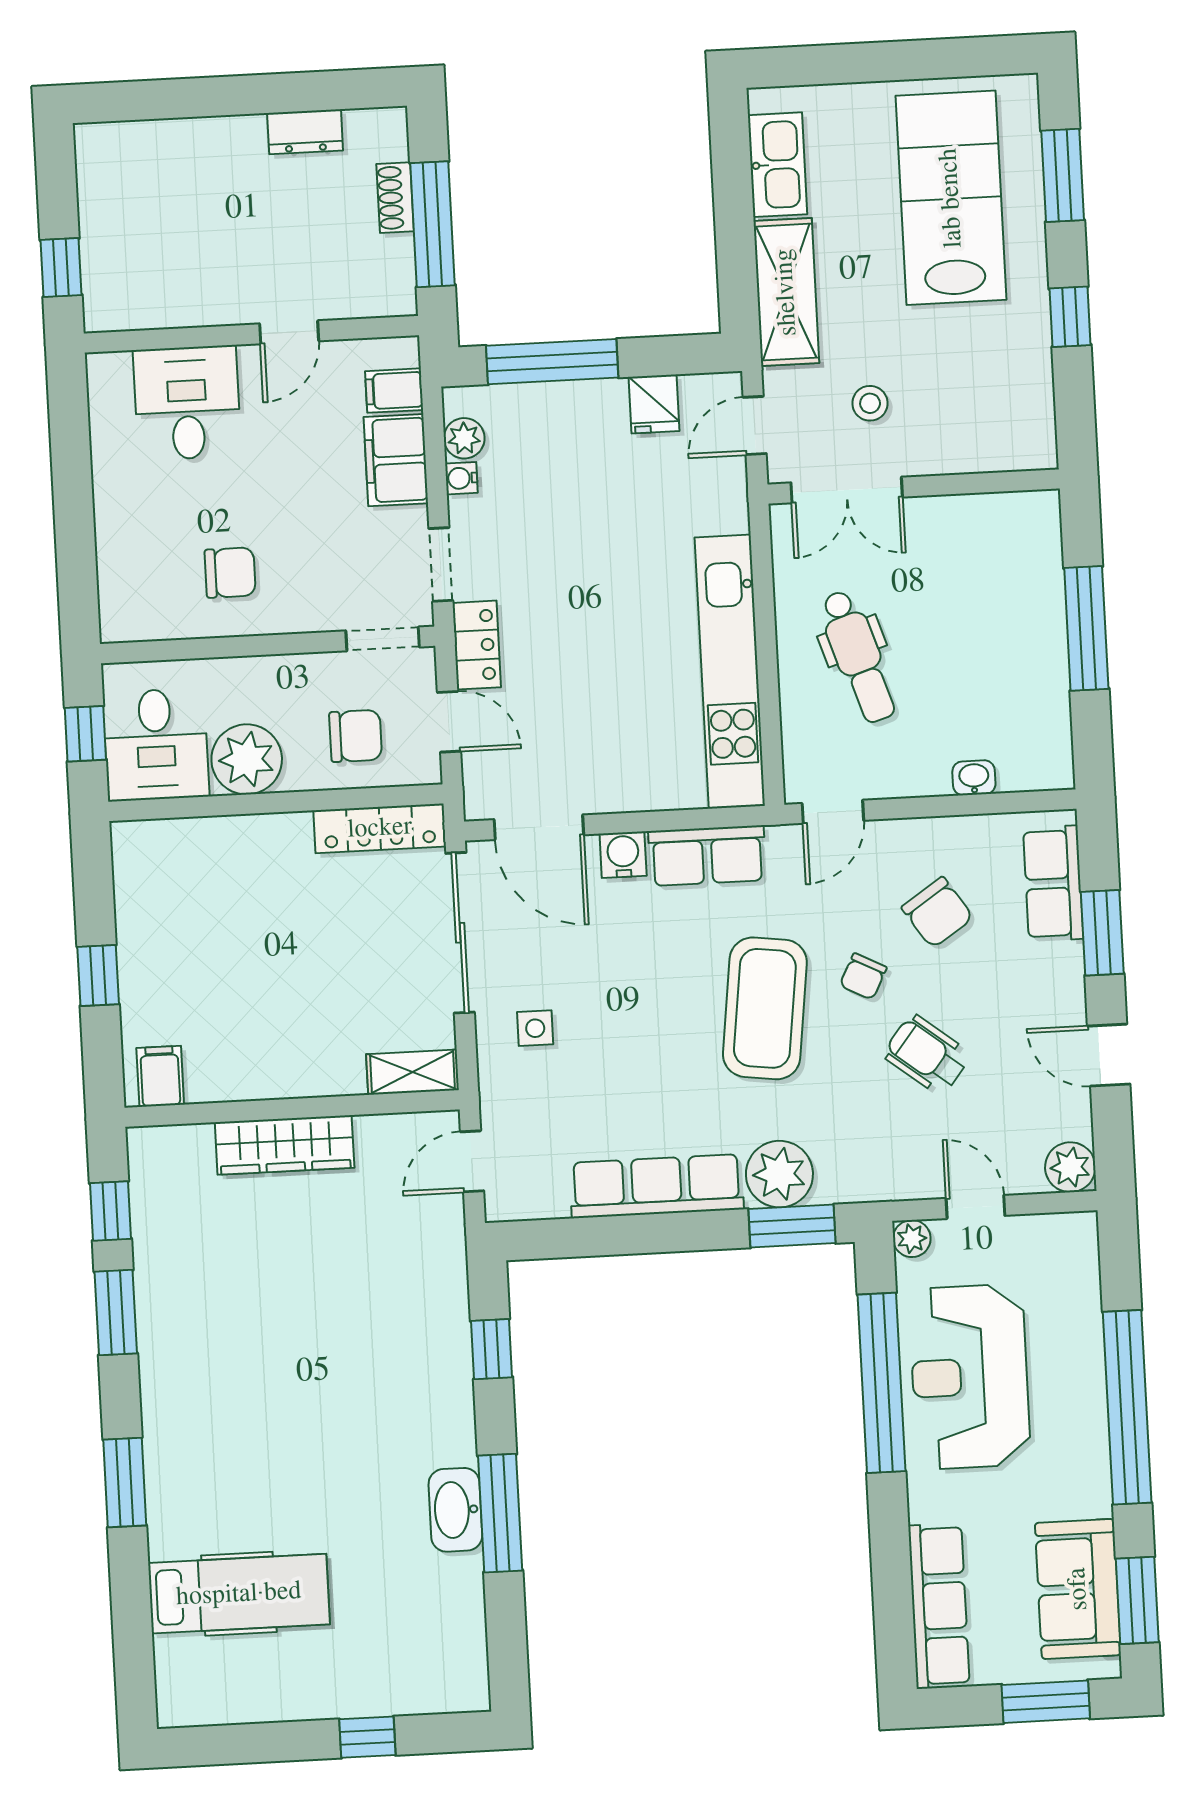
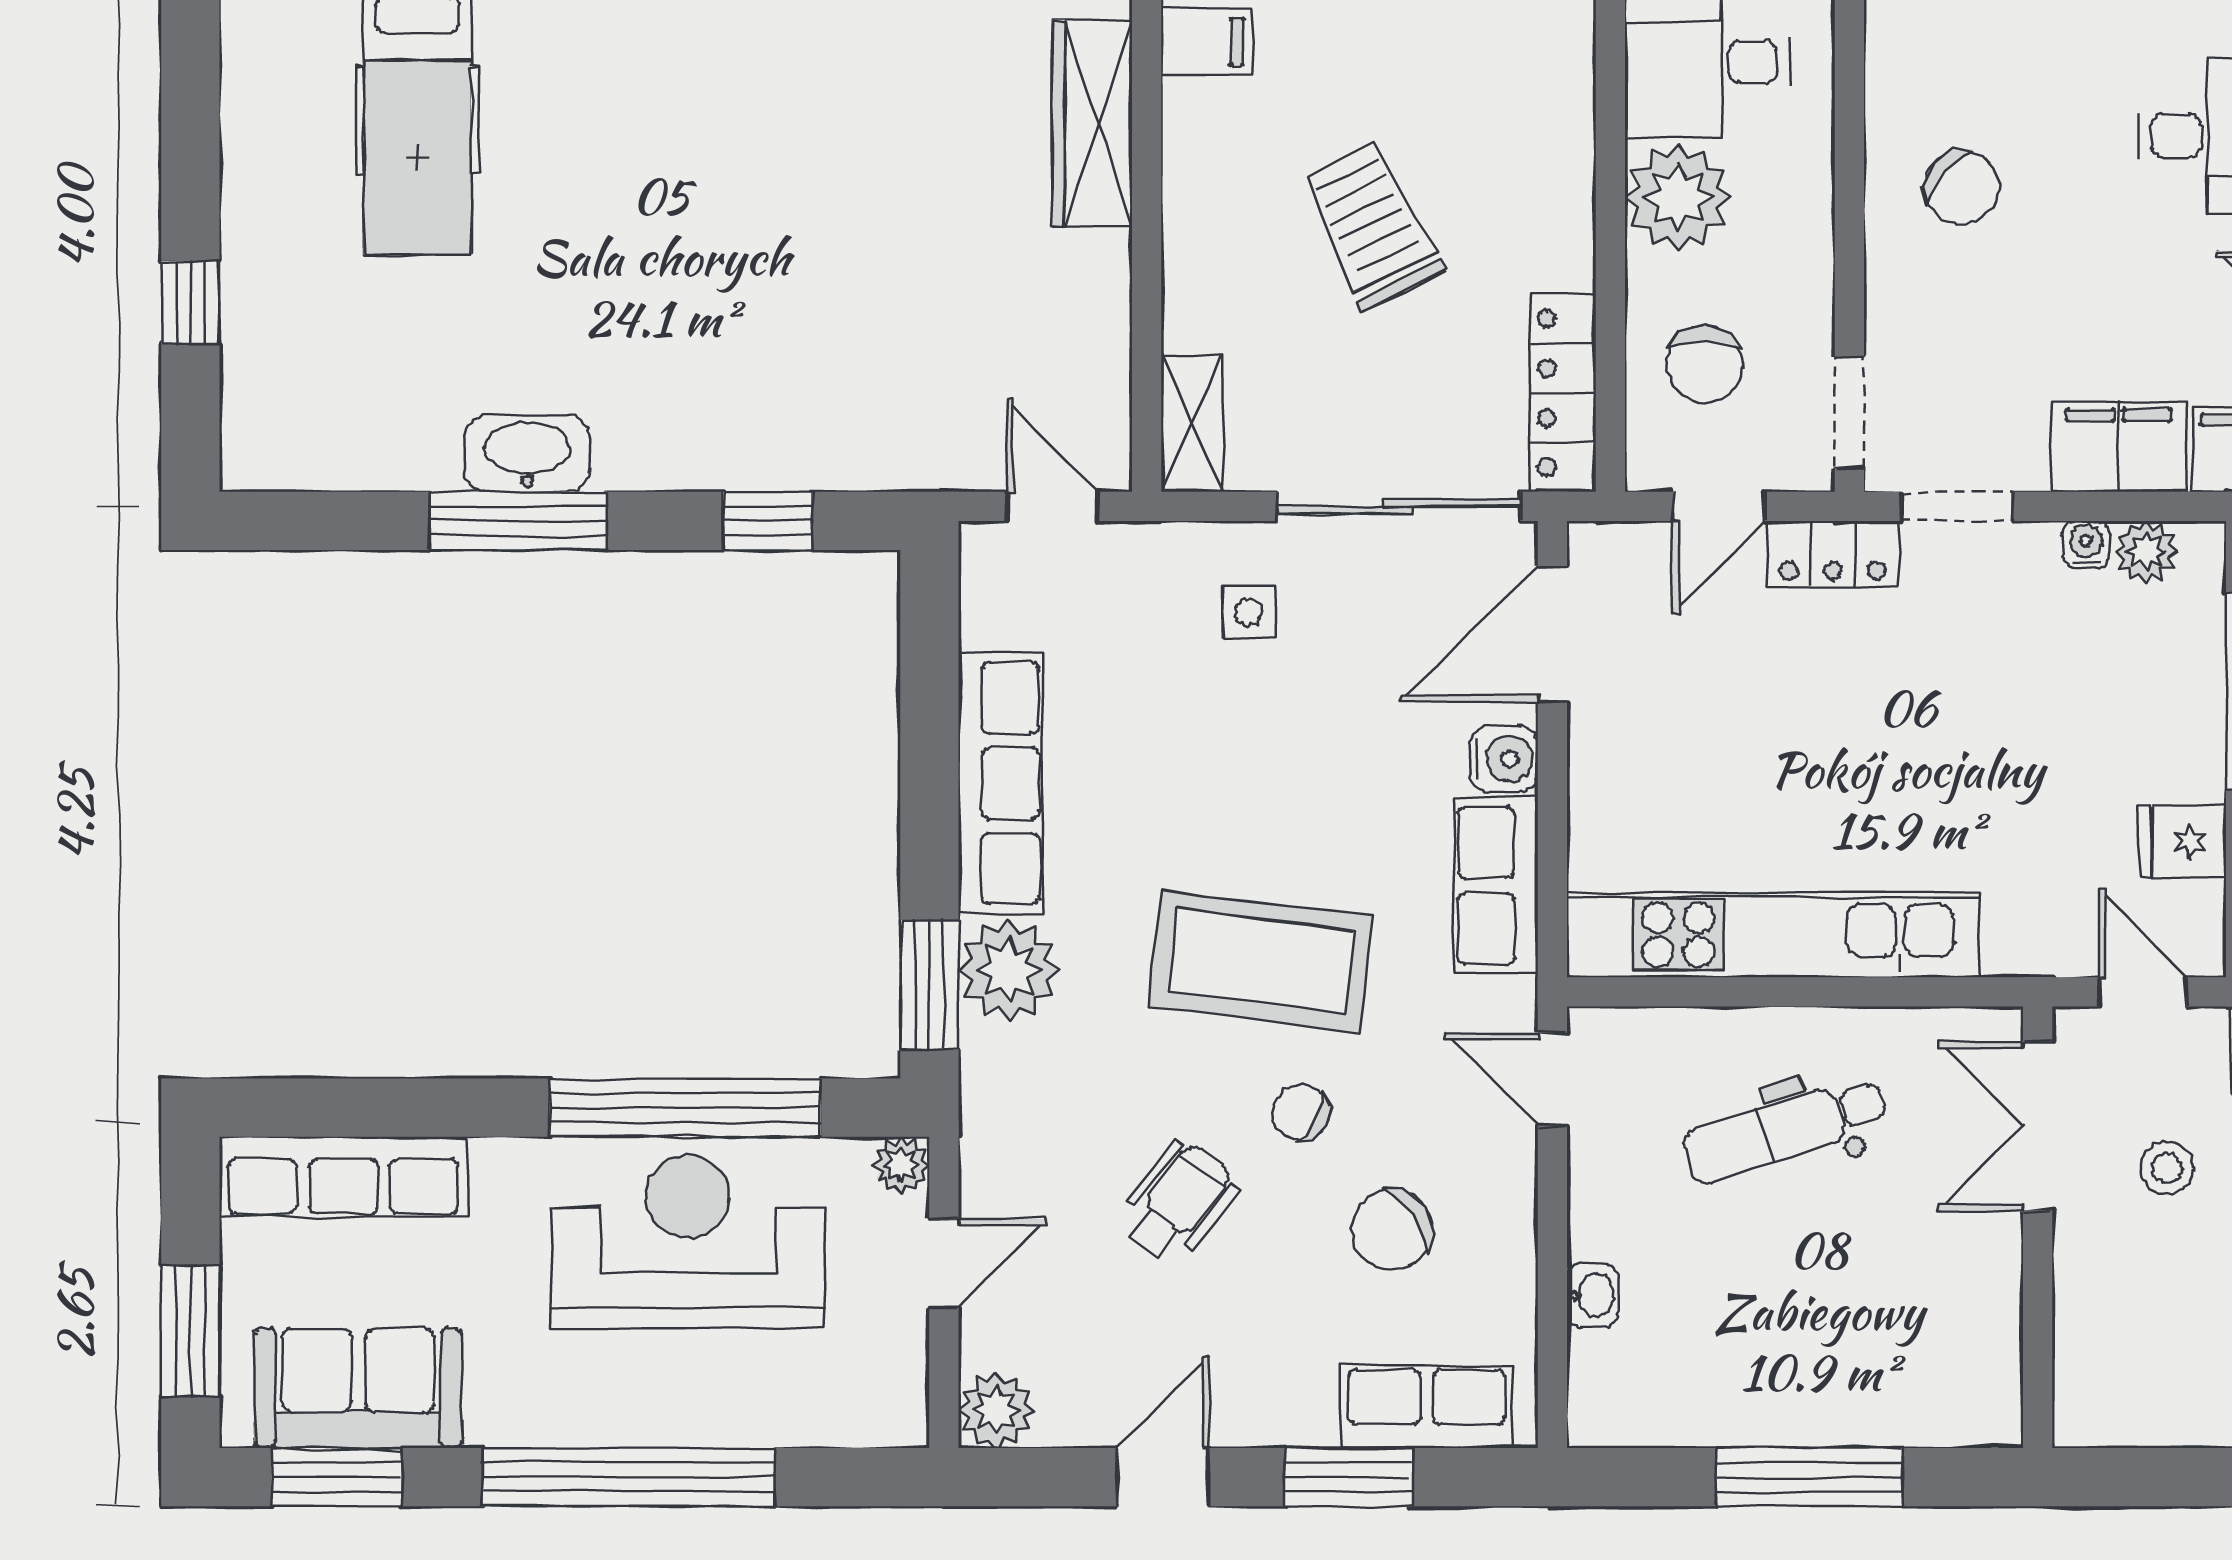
chair: (230, 573) -> (1962, 187), turned -50
trolley: (275, 960) -> (1372, 225), added
wardrobe: (285, 1145) -> (1092, 123), moved

